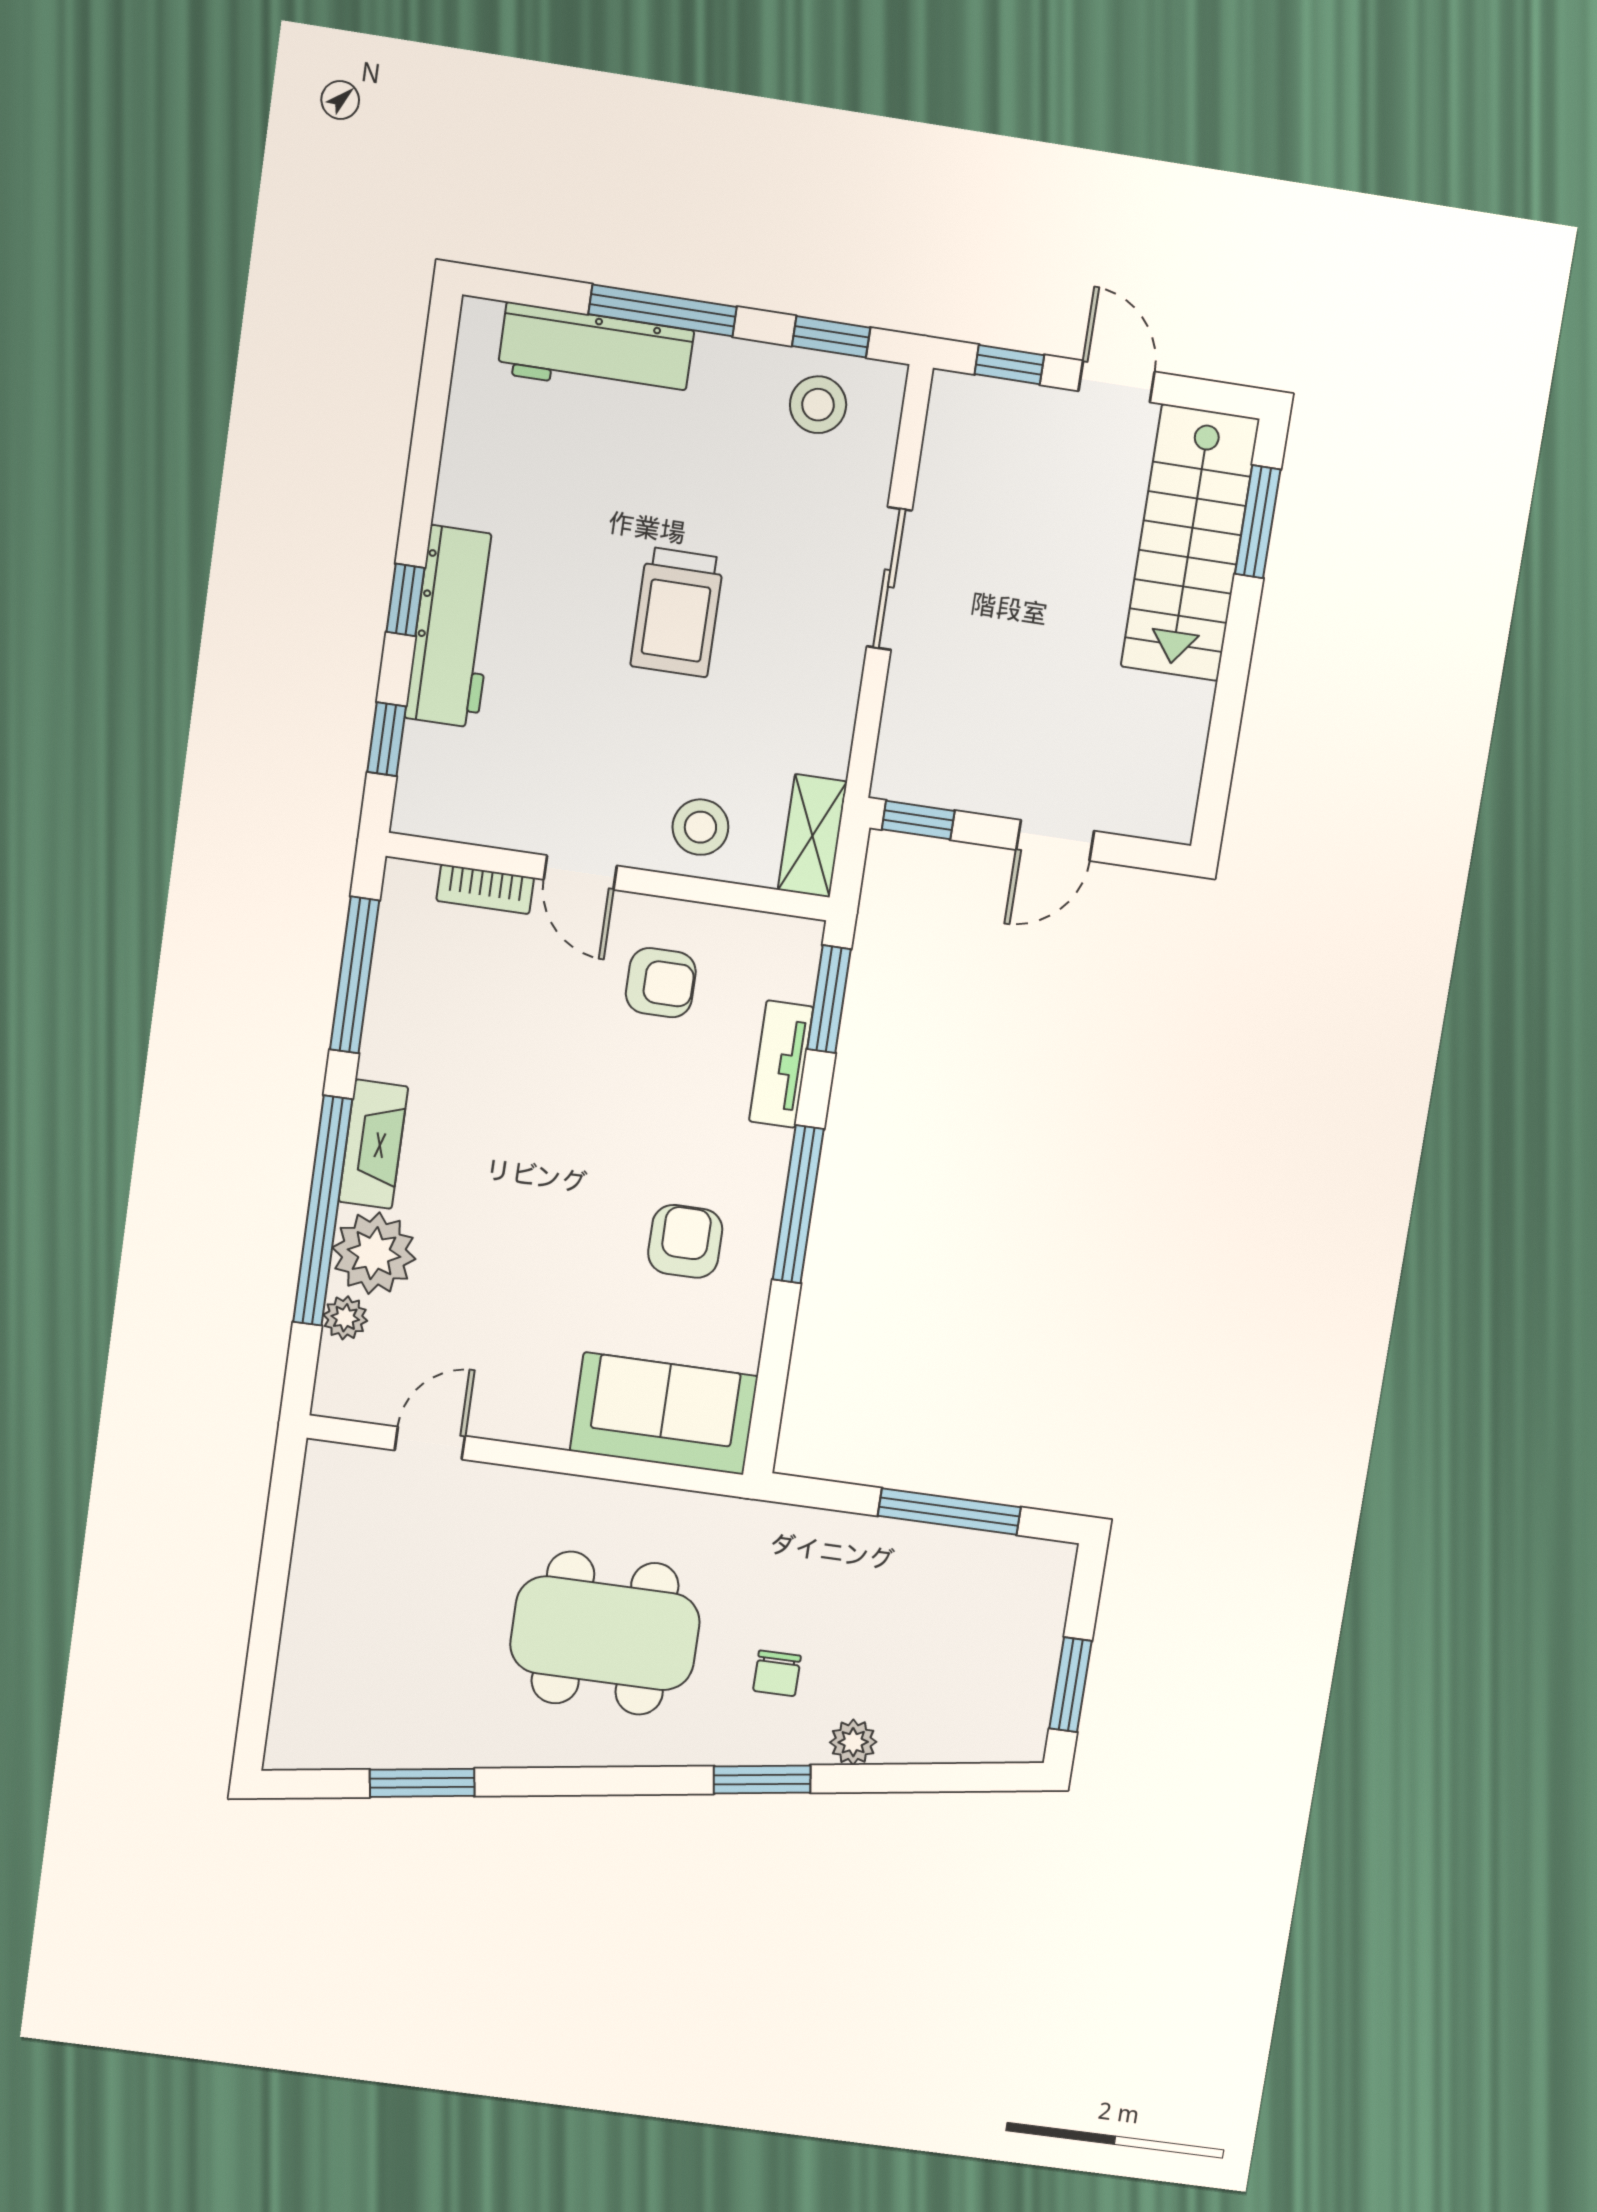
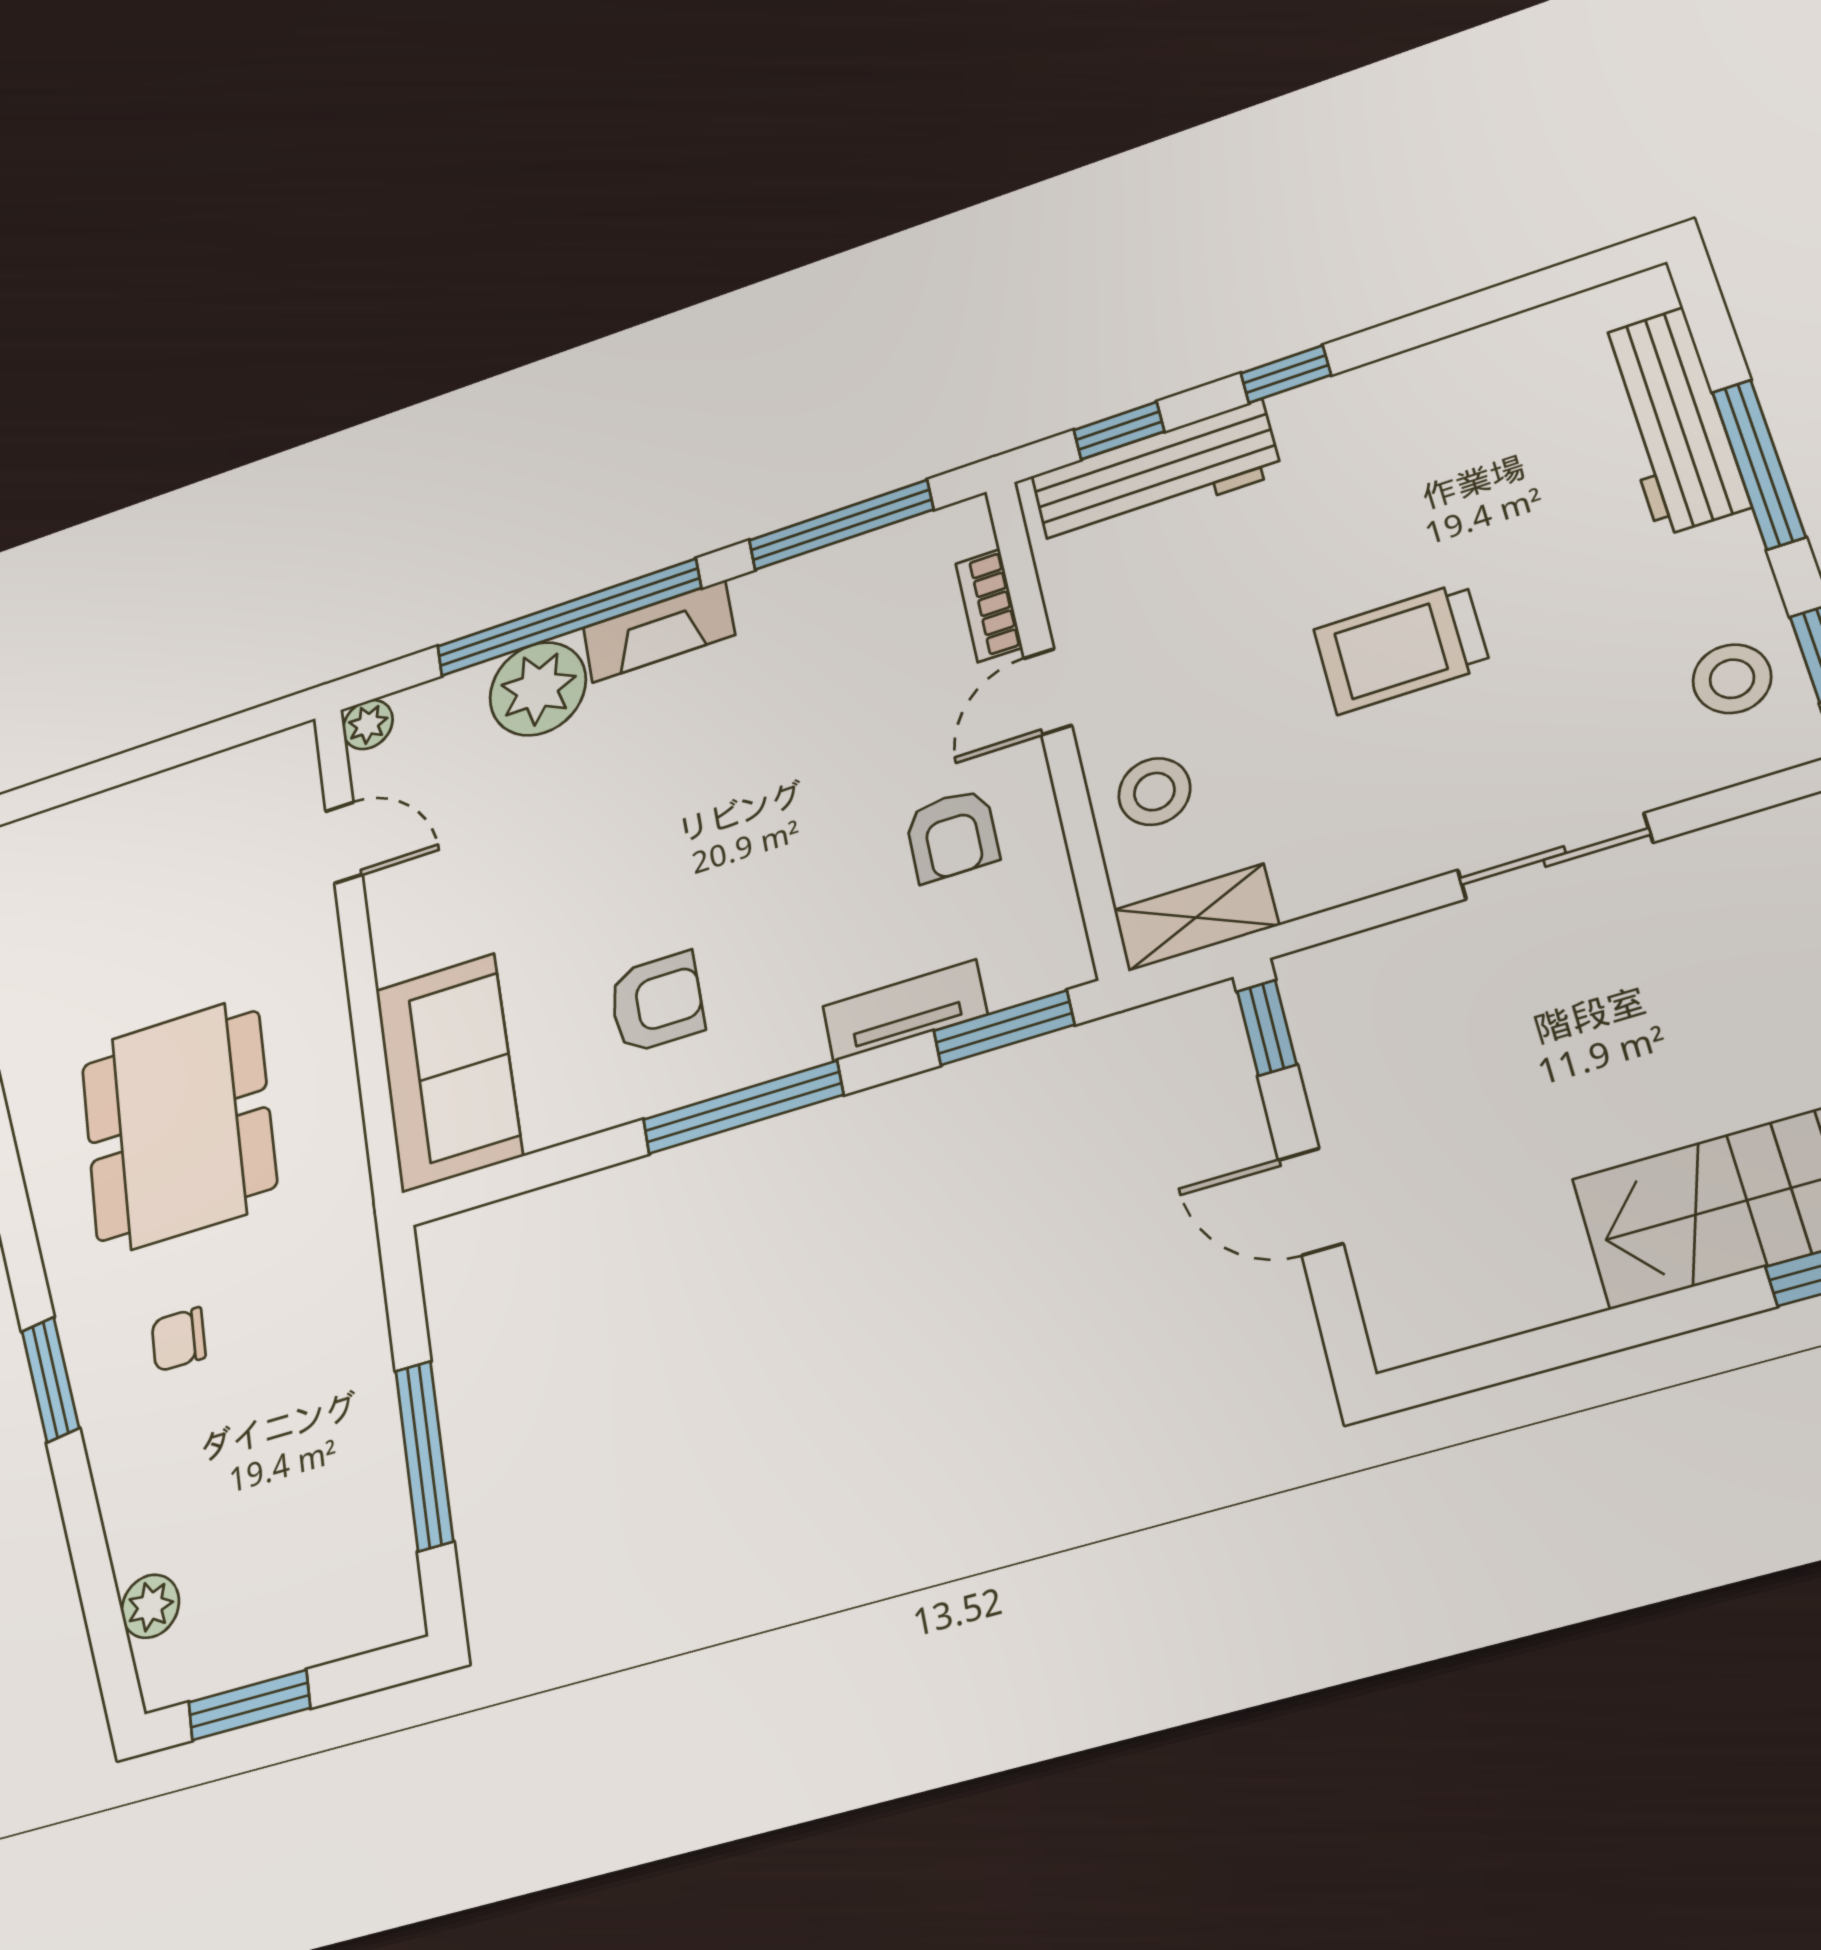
workbench: (454, 627) -> (1156, 475), moved
plant: (345, 1318) -> (368, 725), moved
plant: (853, 1742) -> (150, 1606), moved

